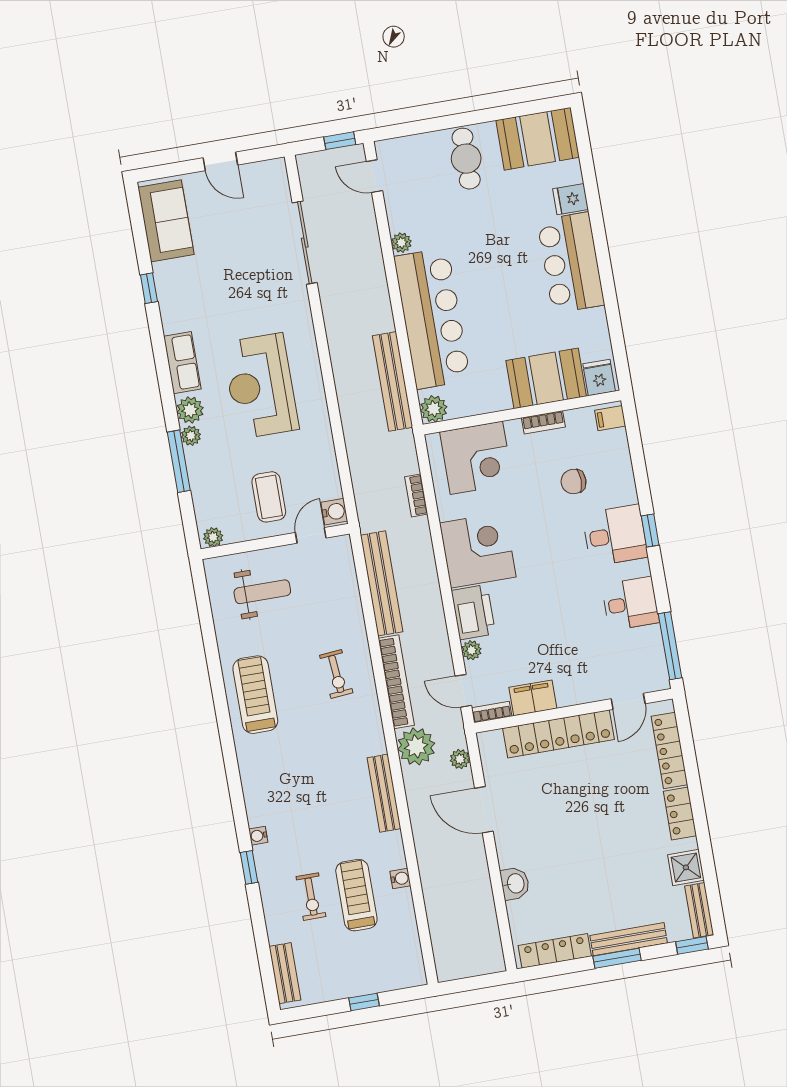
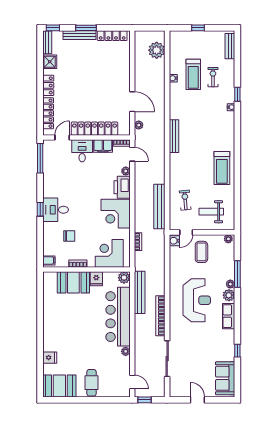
bar counter: (571, 263) -> (54, 330), removed
fridge: (599, 378) -> (96, 279), moved
desk: (630, 604) -> (82, 151), moved, turned 90
exercise bike: (336, 674) -> (185, 200), moved
bookcase: (396, 682) -> (160, 316), moved
plant: (416, 746) -> (157, 50), moved
bench: (384, 793) -> (174, 136), moved
washbasin: (515, 883) -> (124, 68), removed

